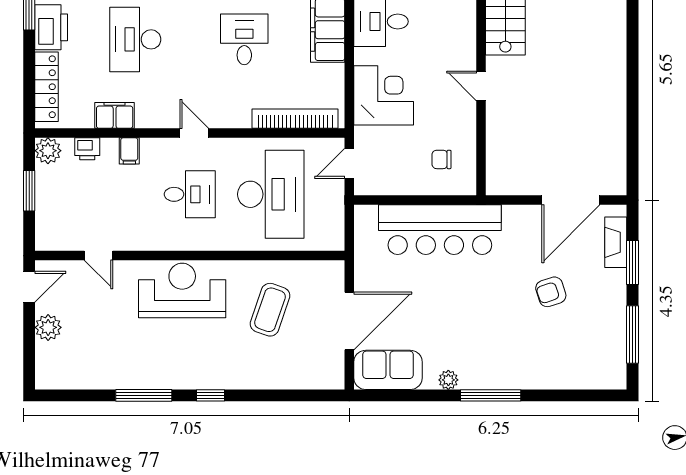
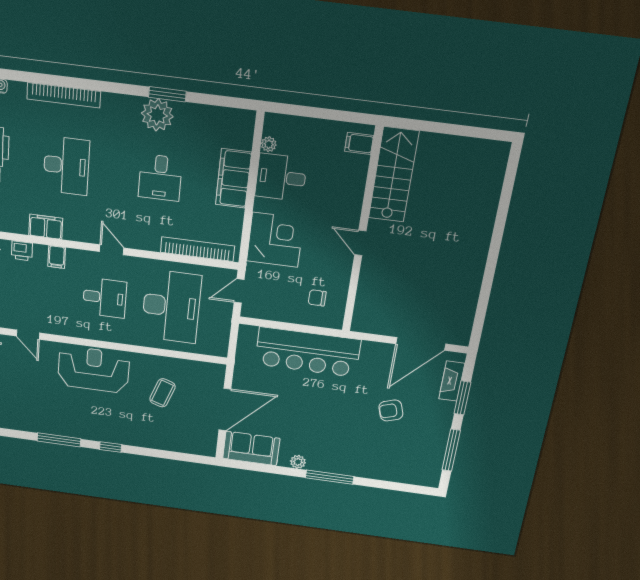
desk: (135, 39) -> (66, 166), turned 180
desk: (244, 39) -> (160, 178), turned 180
coffee table: (270, 310) -> (162, 393), width x0.73, depth x0.77

